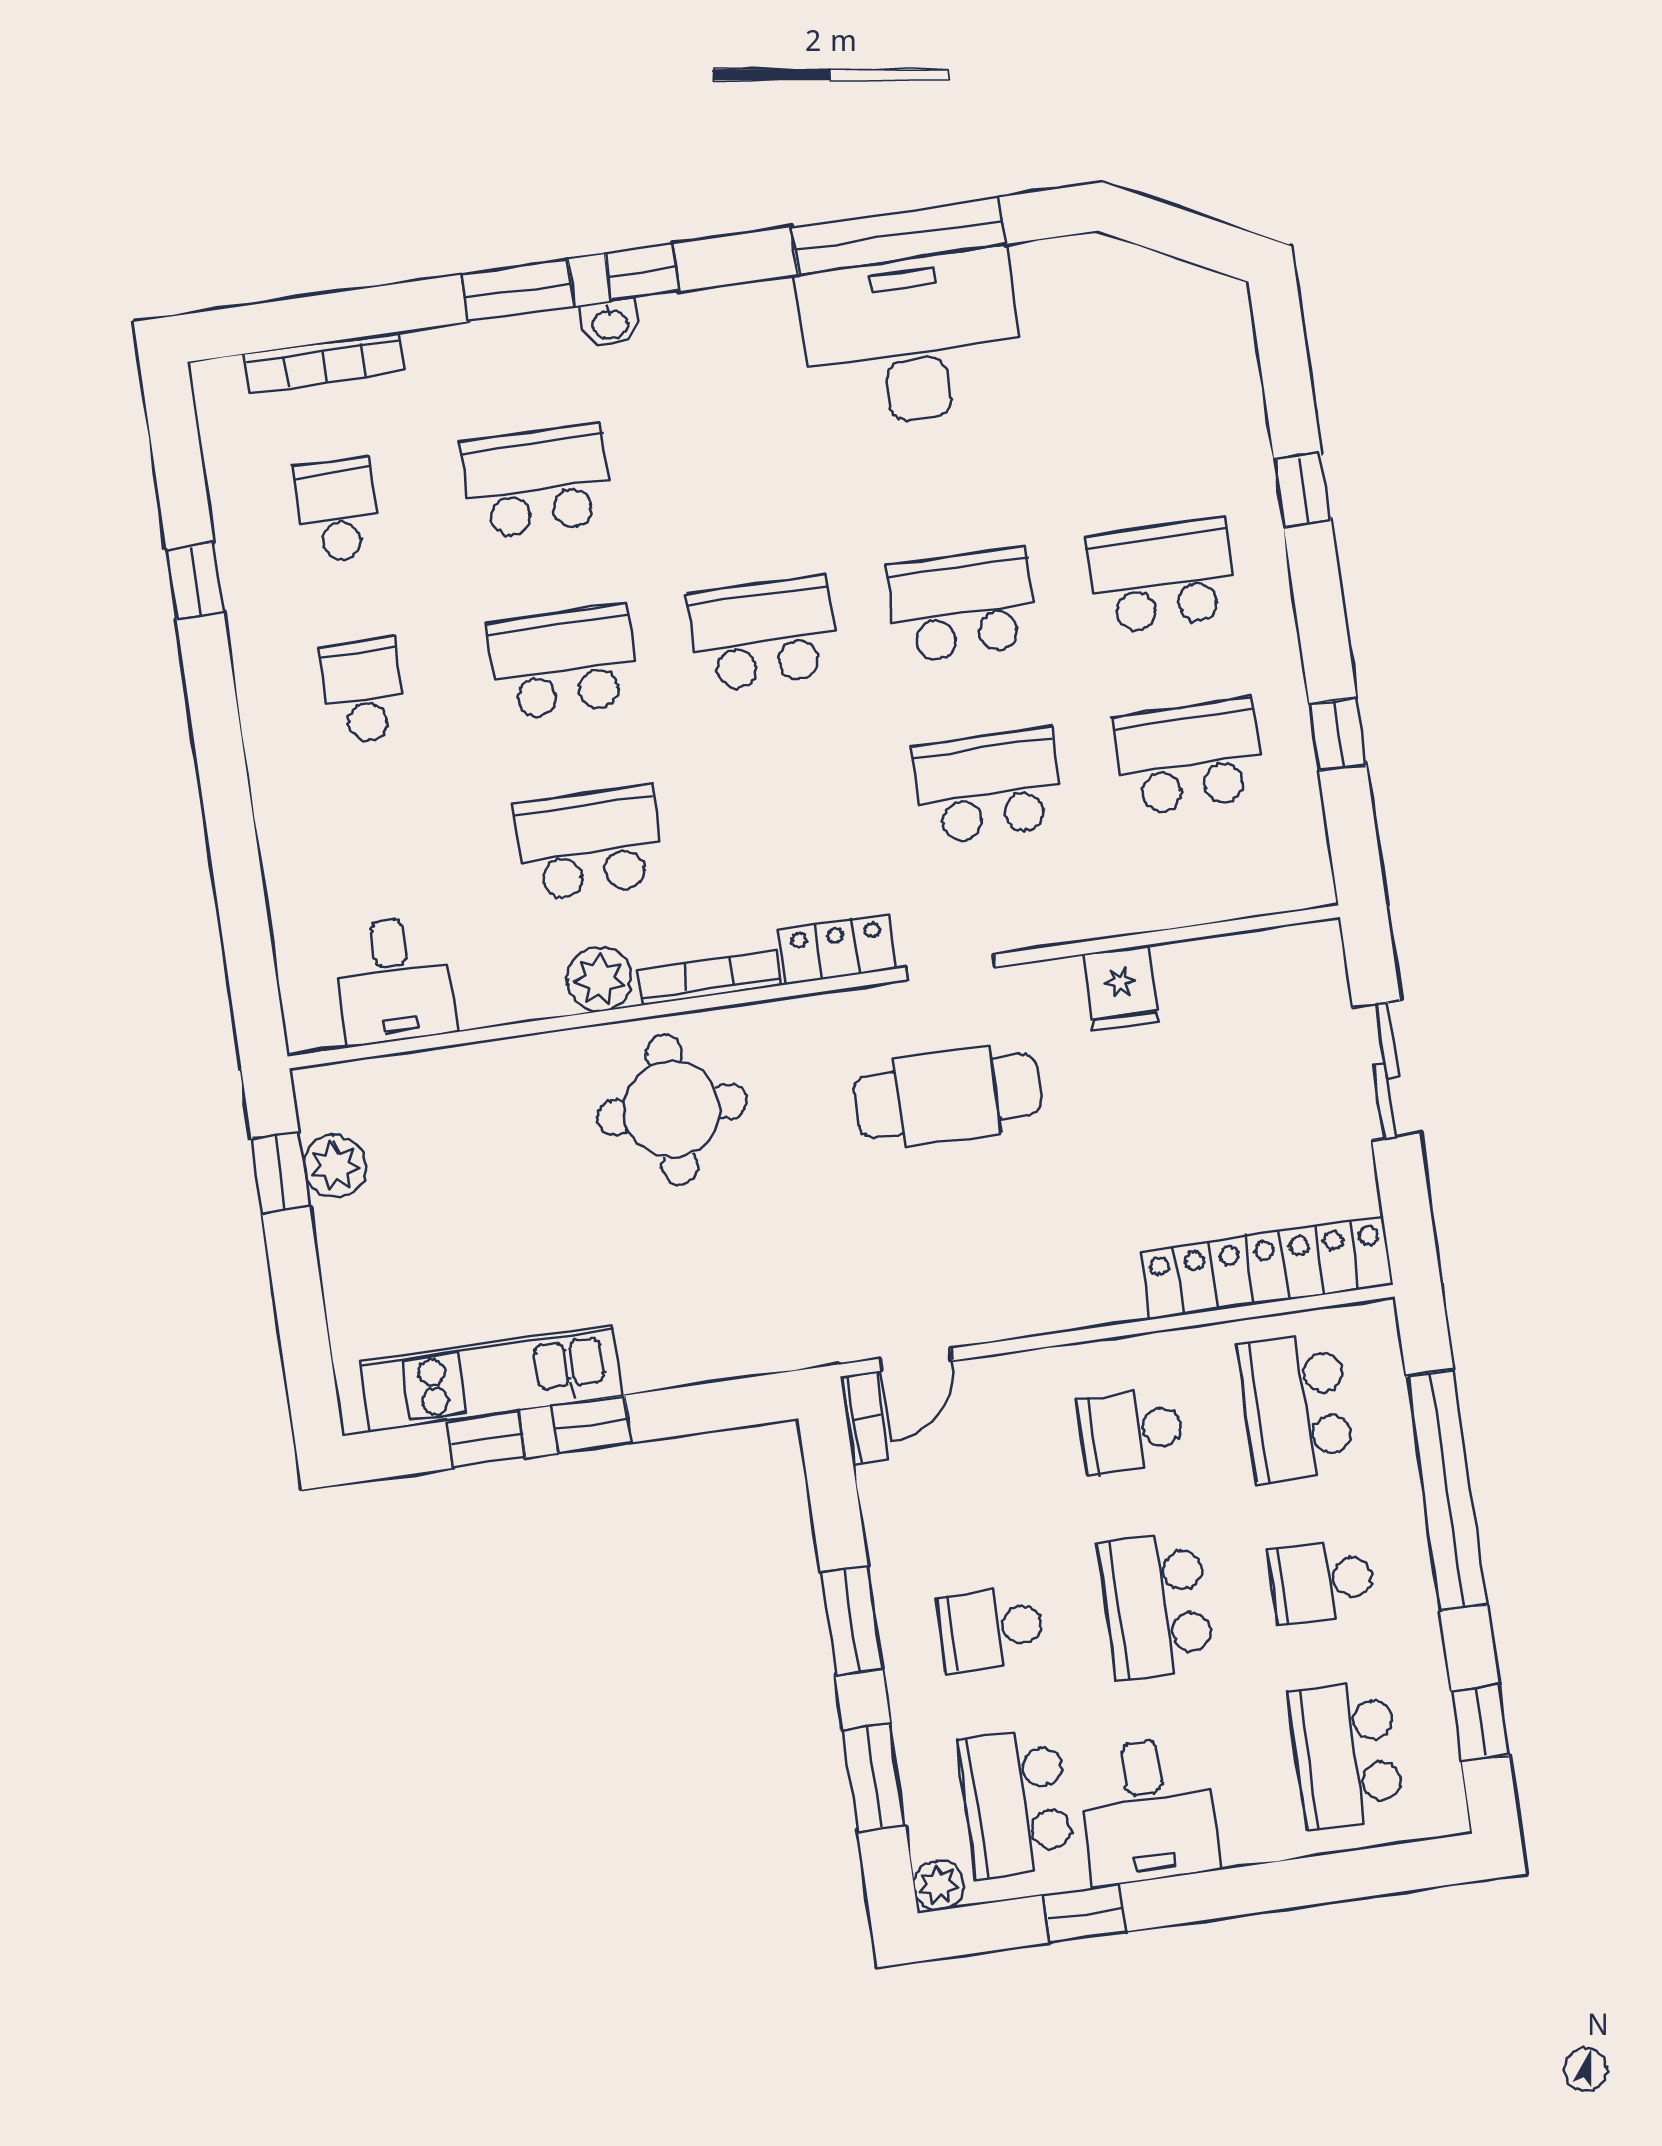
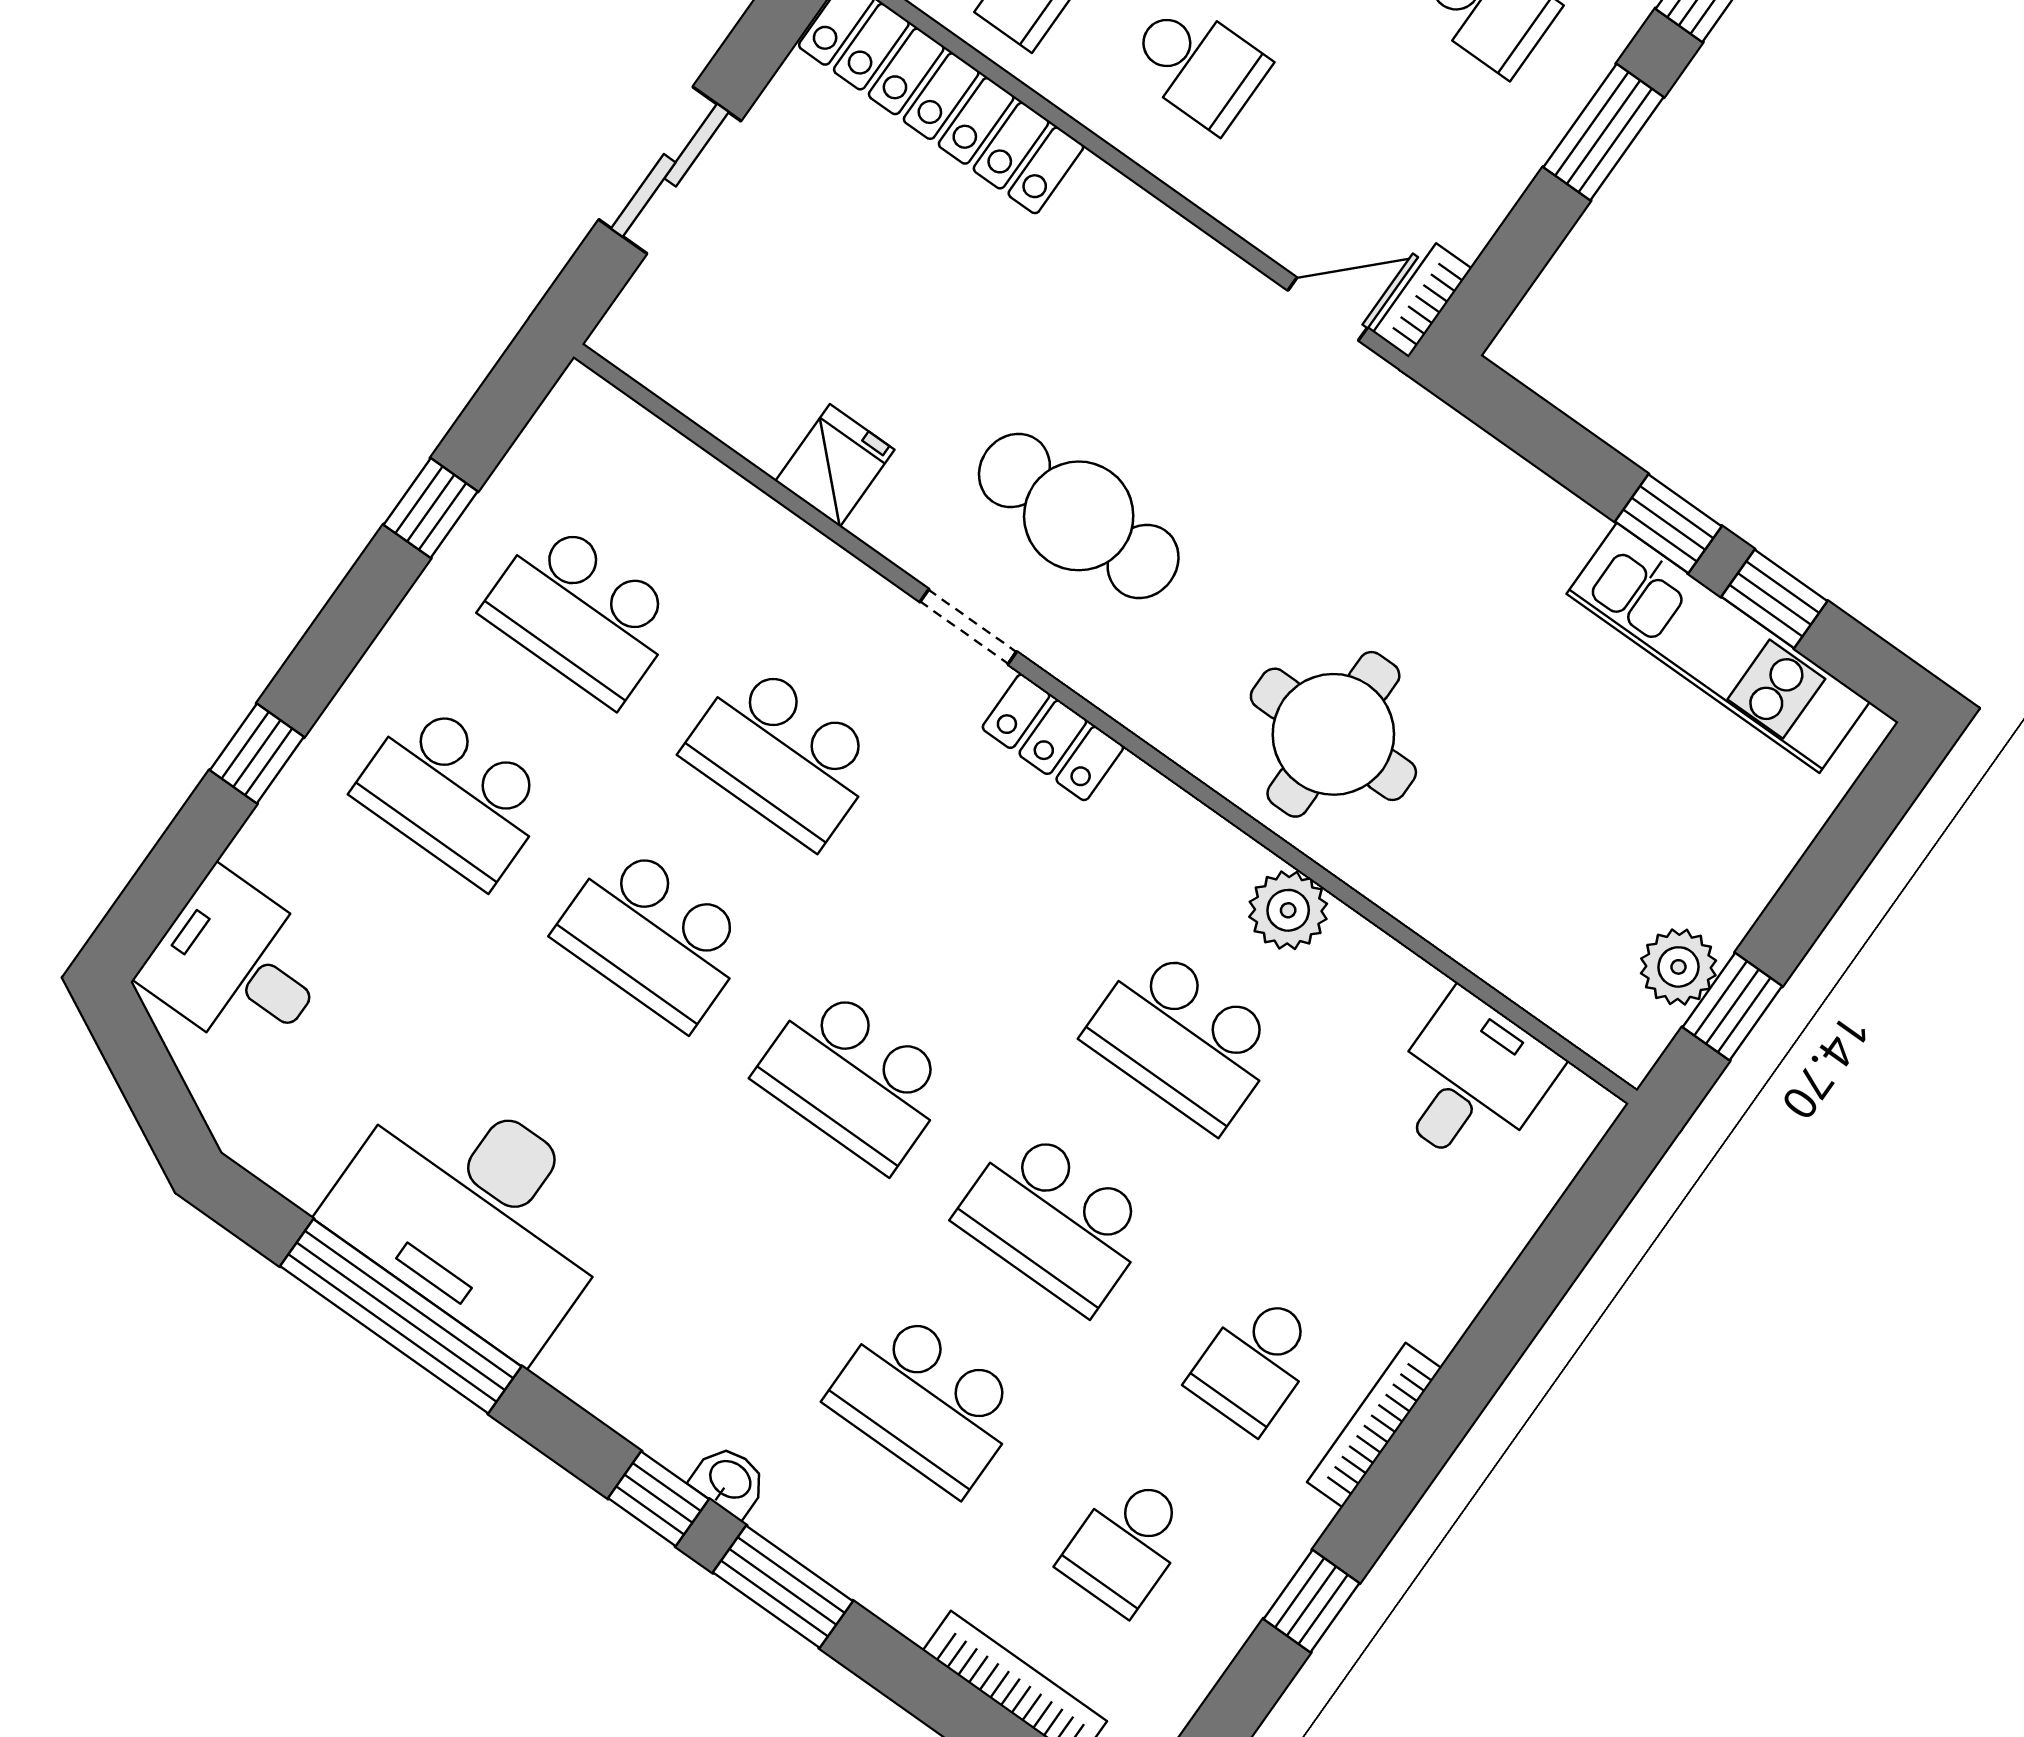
desk: (1194, 352) -> (238, 966), added
bookcase: (710, 978) -> (1374, 1425), moved, turned 90

